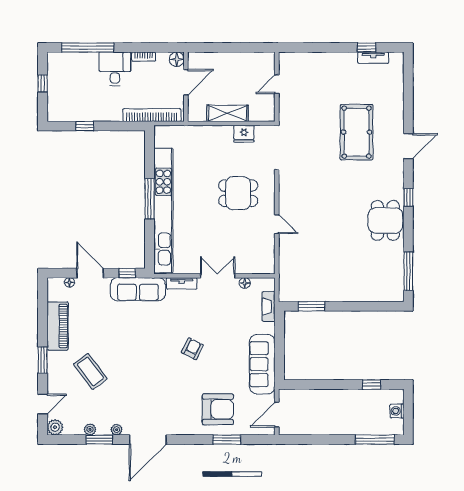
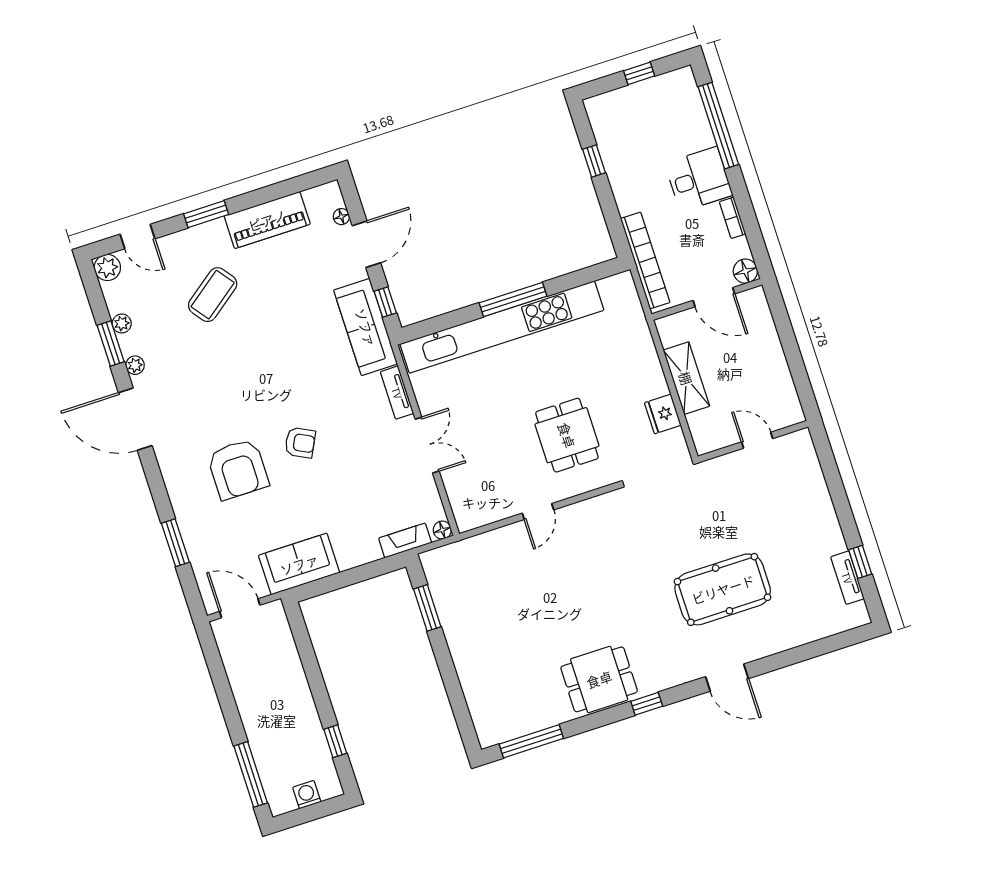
floor lamp: (245, 283) -> (442, 530), moved
sofa: (262, 364) -> (299, 564), width x0.73
armchair: (218, 409) -> (238, 469), moved

